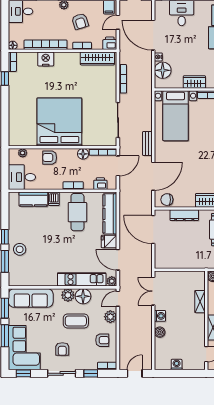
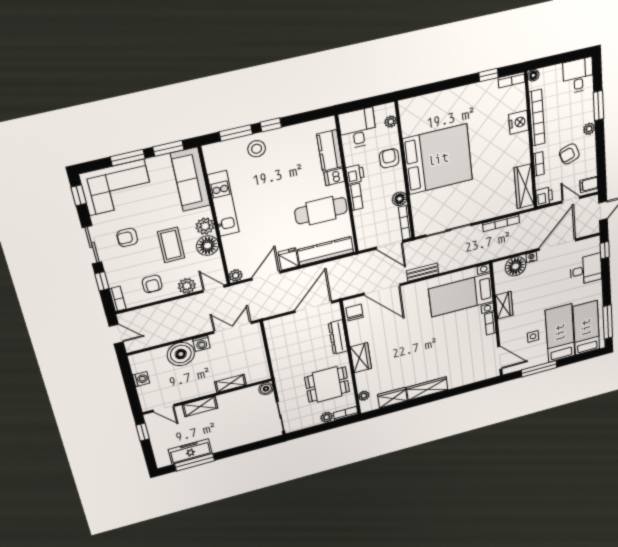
printer: (100, 184) -> (355, 174), moved
kitchen unit: (82, 279) -> (223, 204), moved
boiler: (160, 332) -> (181, 354), width x1.86, depth x1.86

